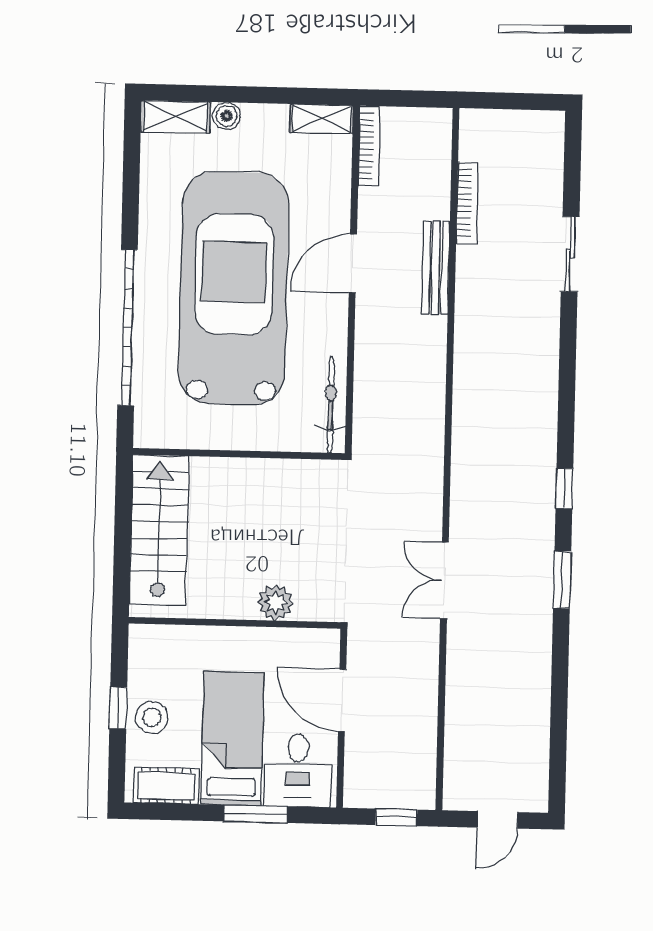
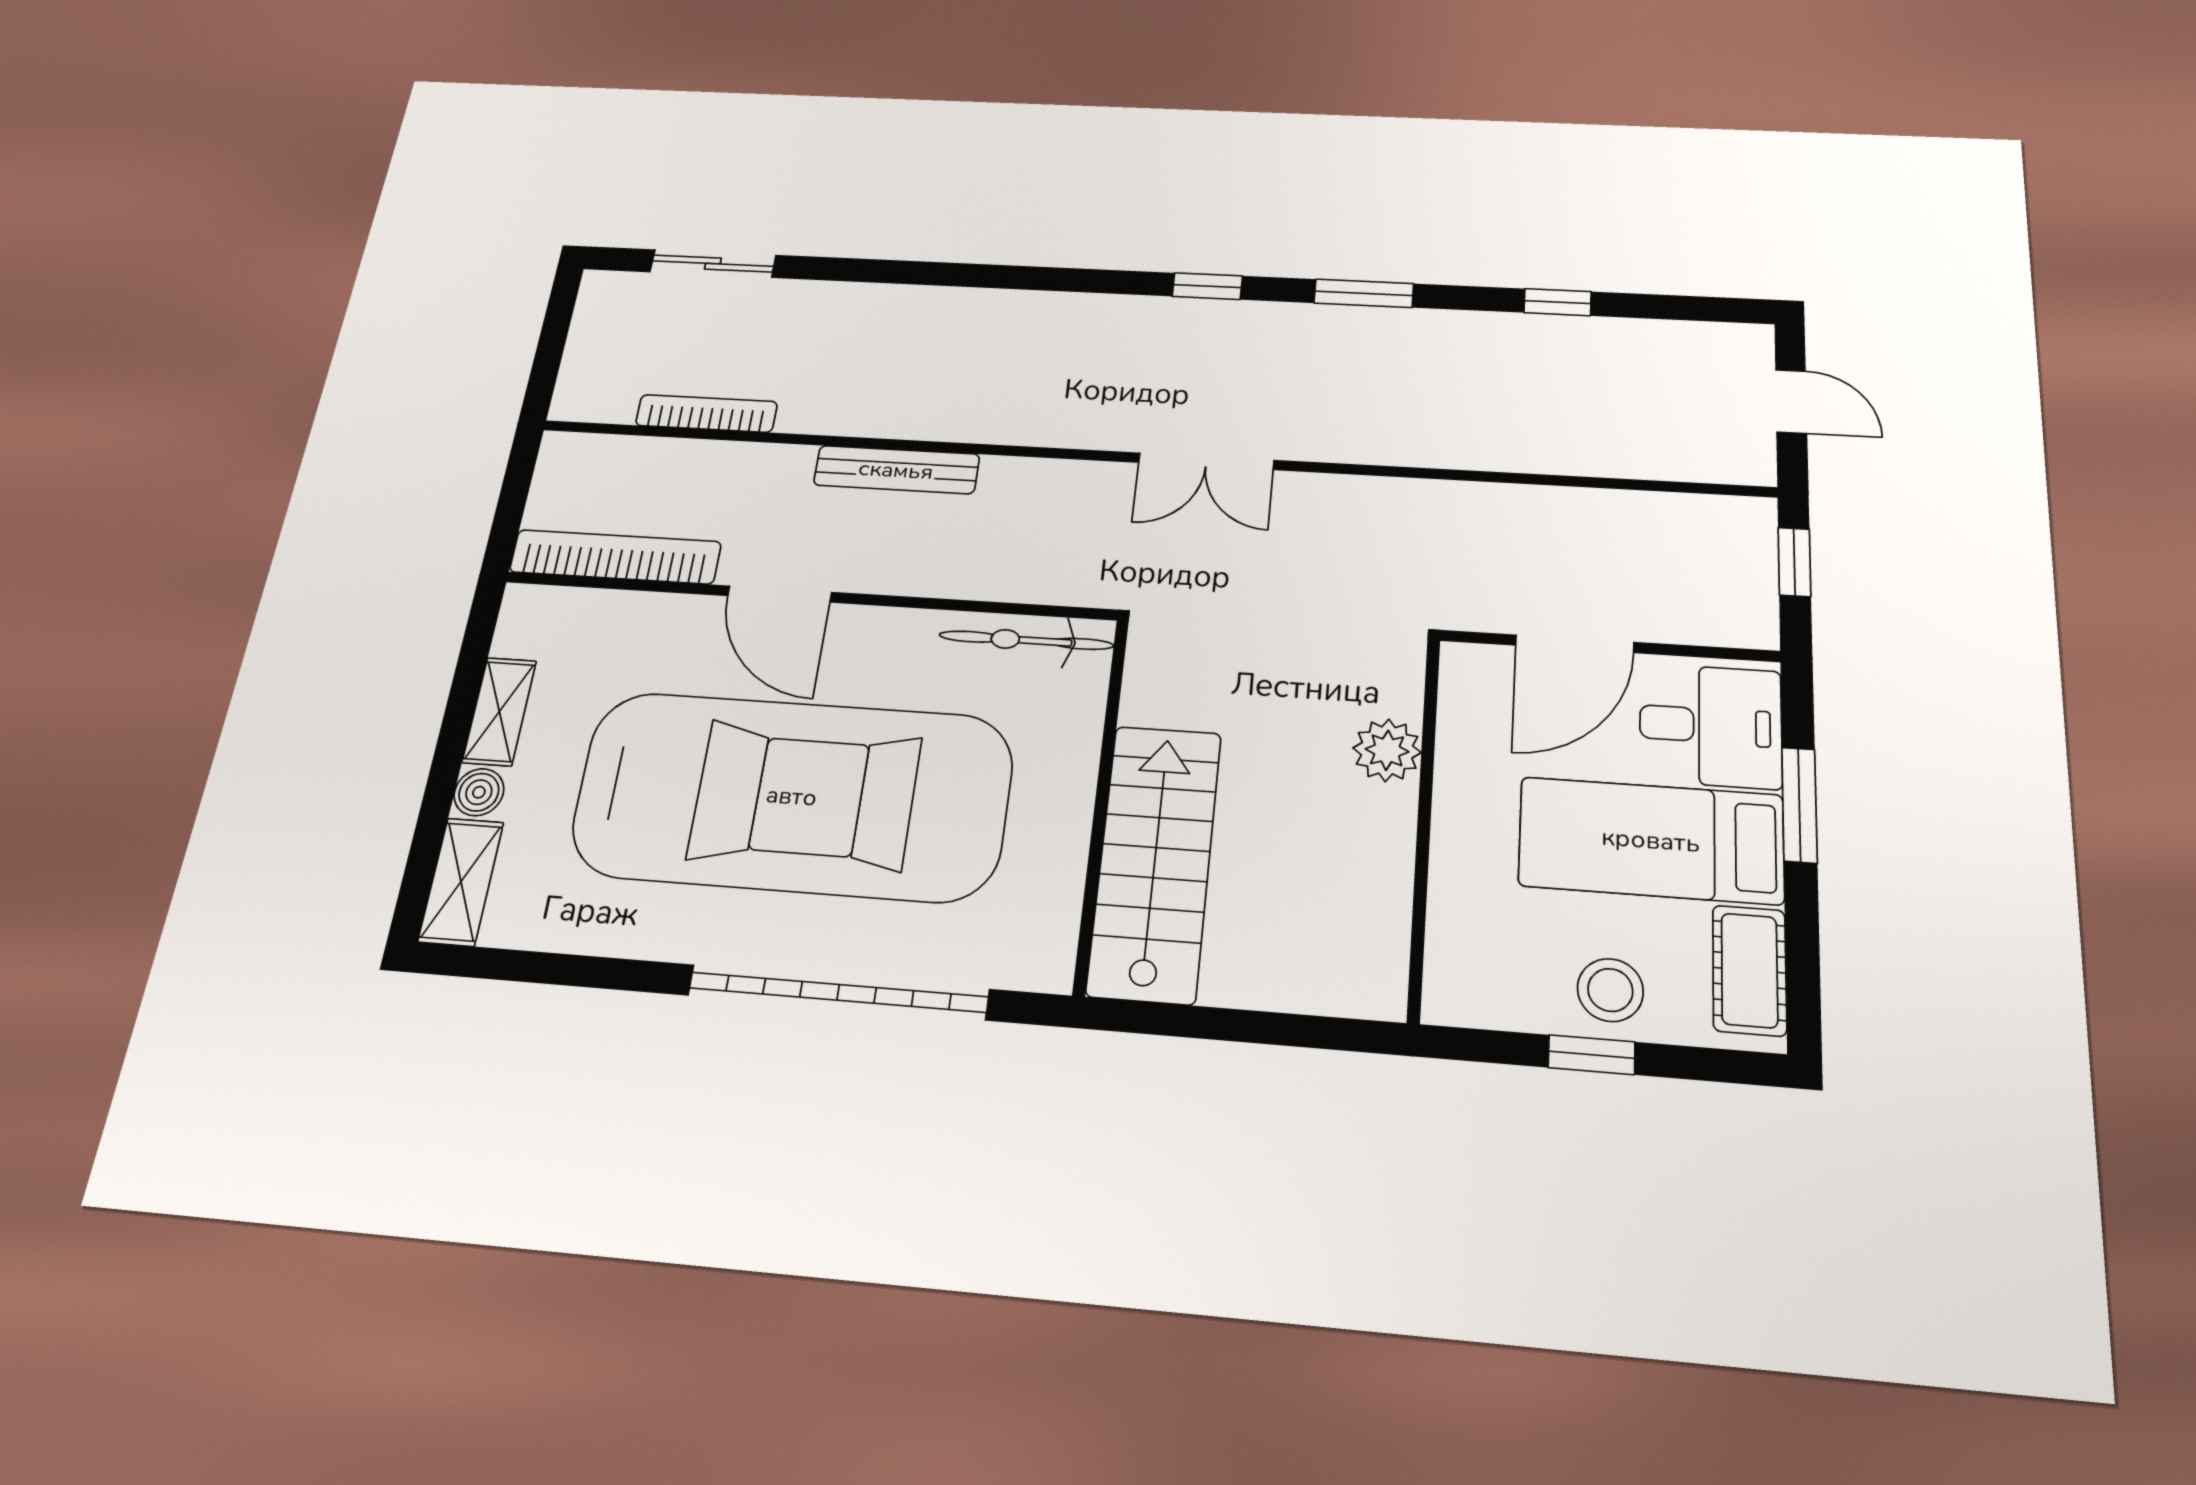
shelving: (322, 119) -> (499, 712), moved
bookcase: (369, 146) -> (615, 557), width x1.48, depth x1.31
sliding door: (570, 254) -> (713, 264), moved
bench: (436, 268) -> (896, 470), moved
car: (234, 288) -> (792, 796), turned 180
stairs: (159, 530) -> (1155, 862), moved, turned 90
double door: (444, 580) -> (1206, 461), moved
window: (559, 691) -> (1558, 302), added

